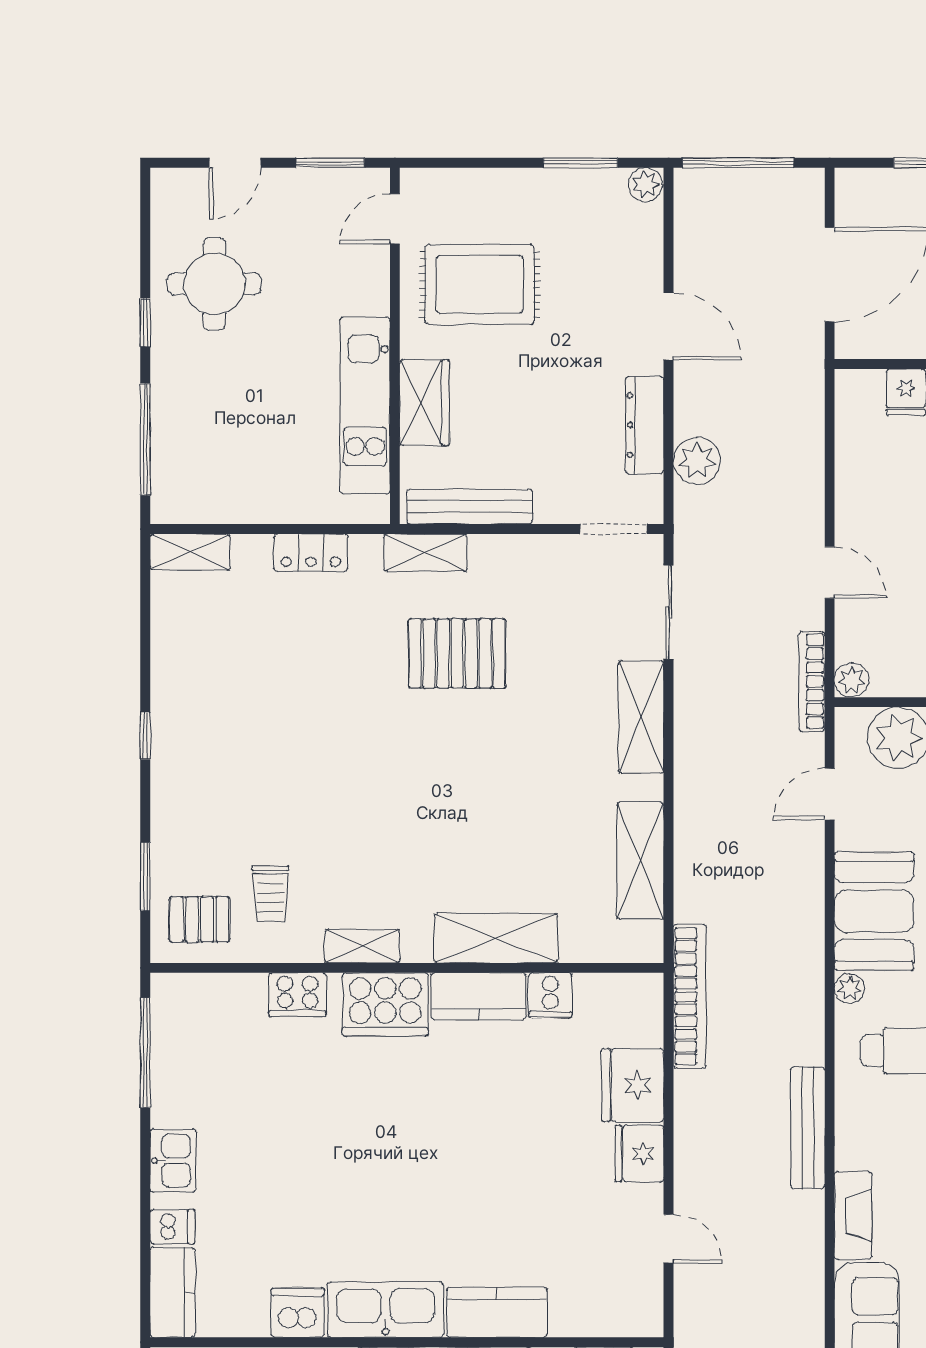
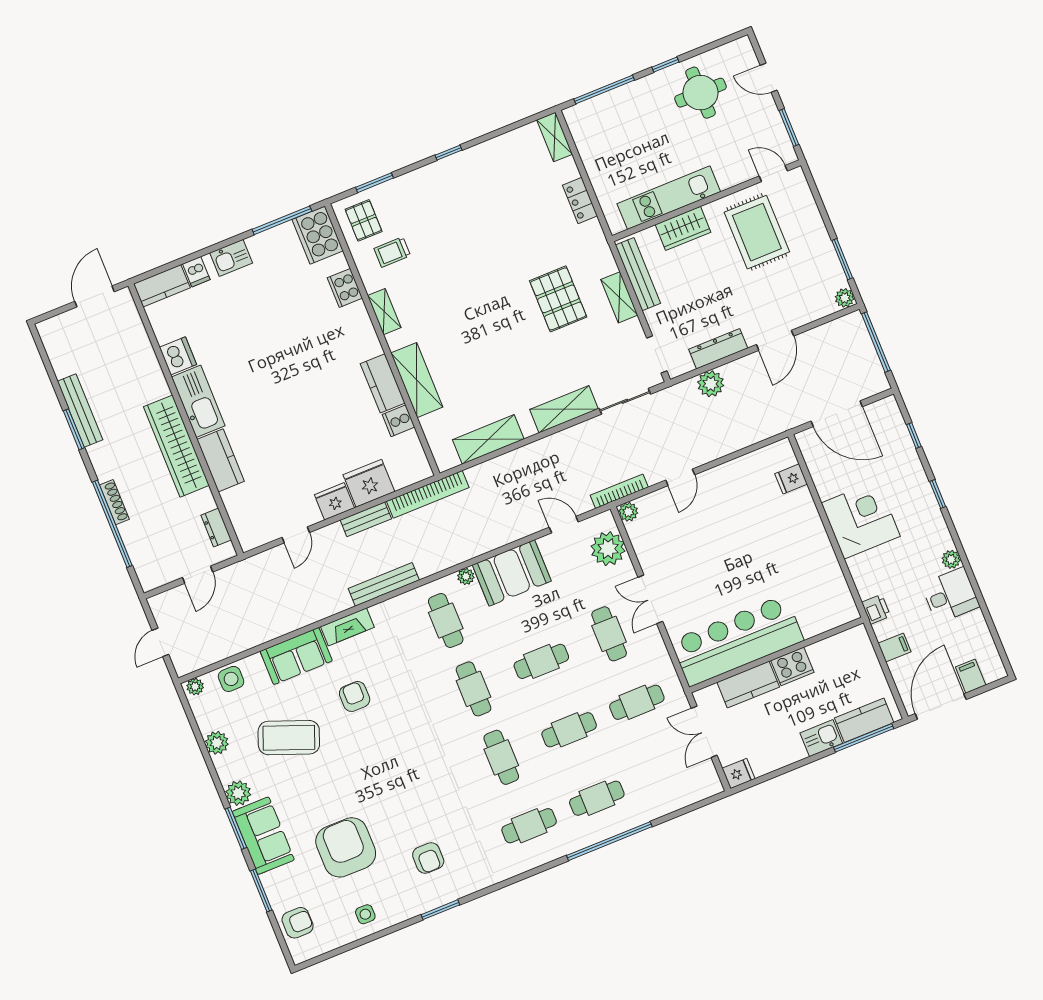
shelving: (425, 553) -> (619, 297), moved
cooker: (385, 1004) -> (318, 235), moved
bench: (690, 1114) -> (366, 519), added

